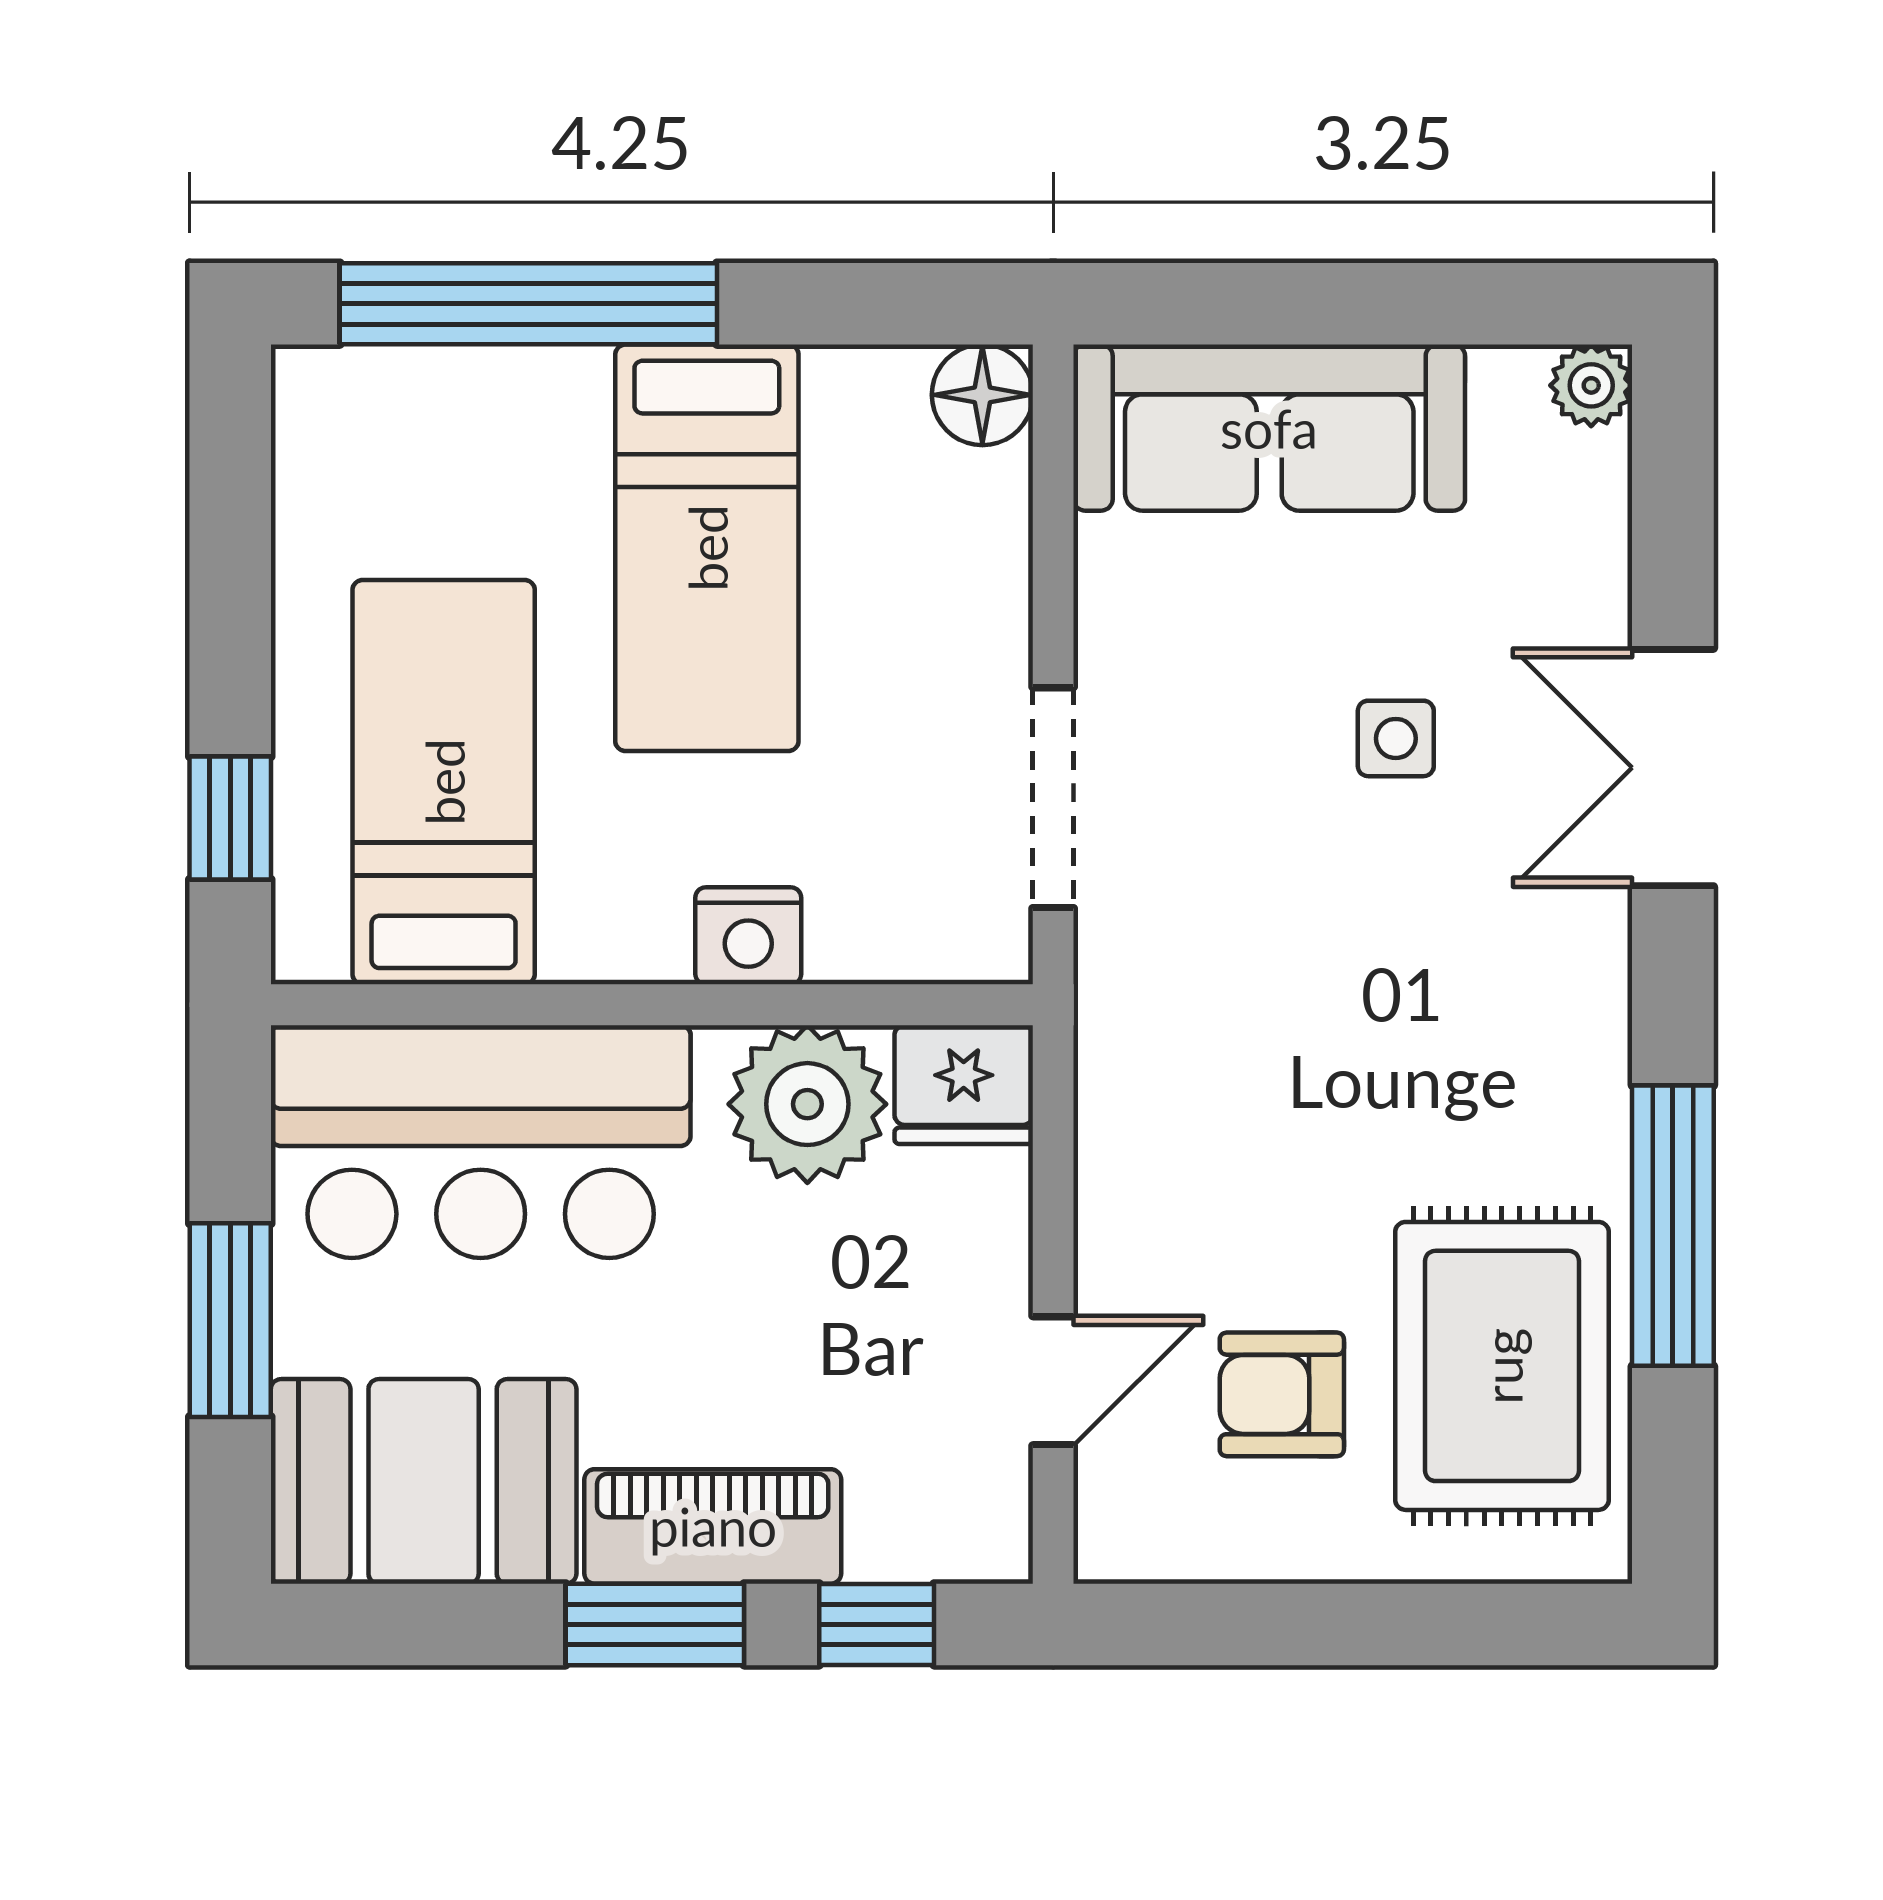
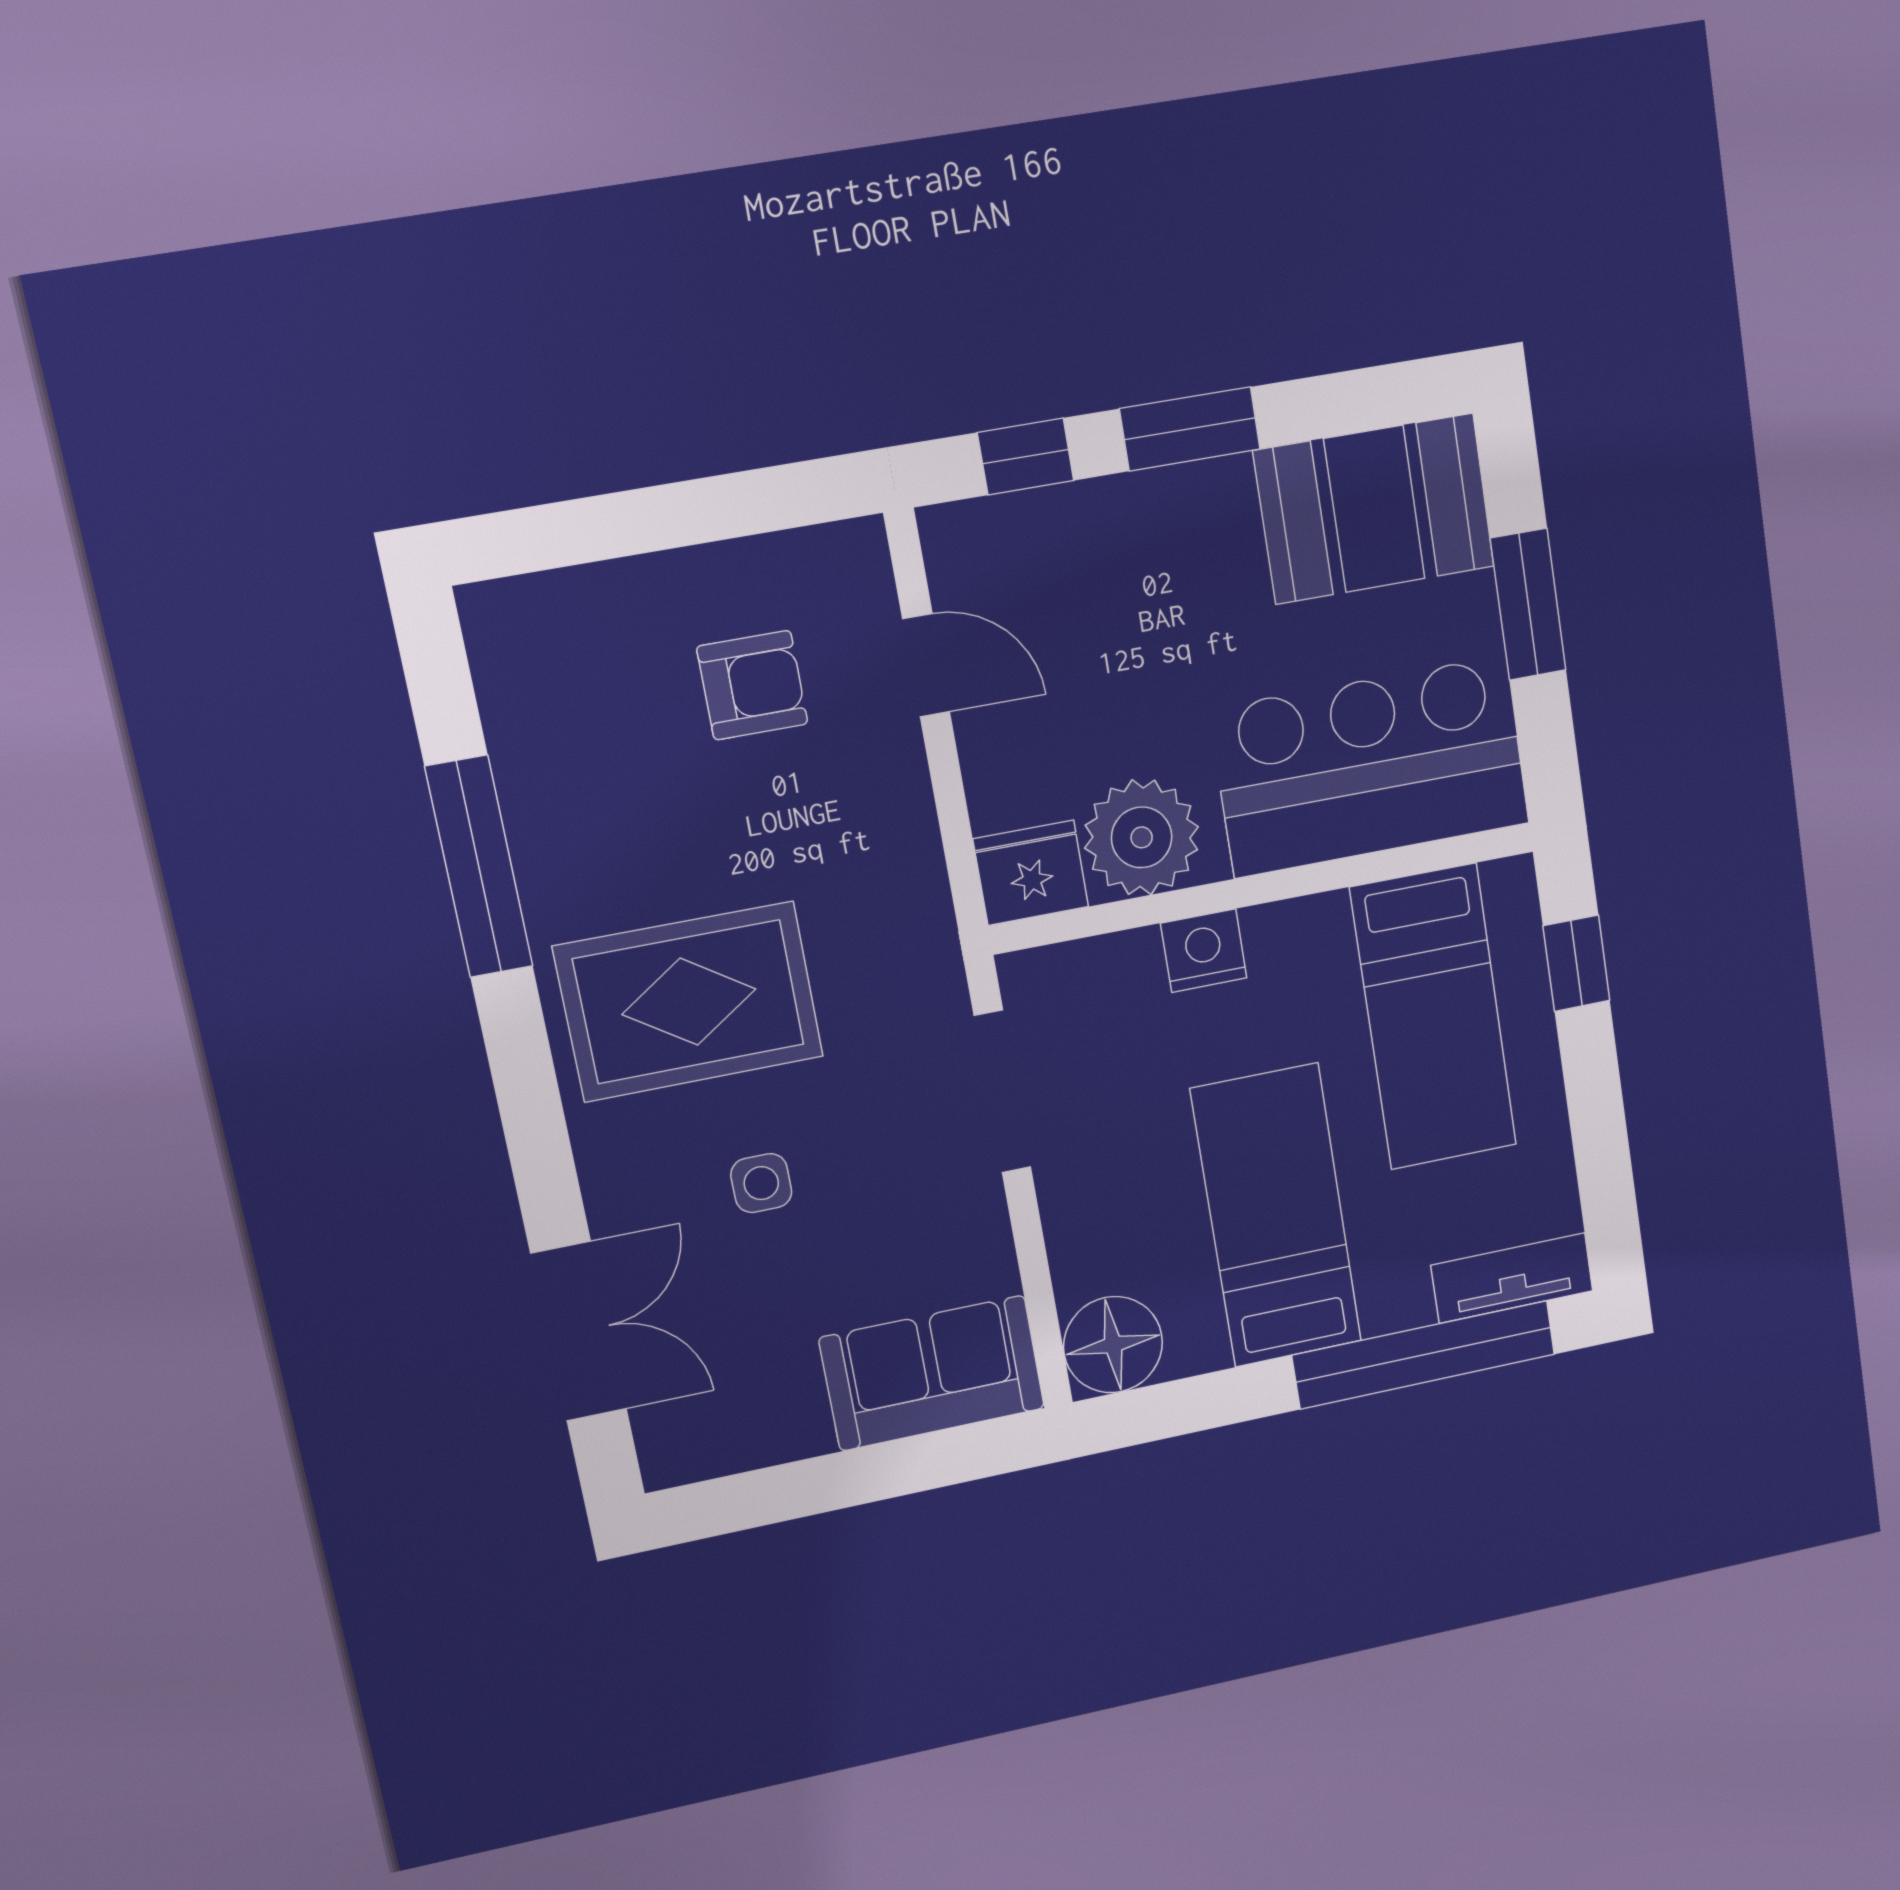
plant: (1591, 385) -> (669, 1459), removed
tv unit: (385, 388) -> (1512, 1278), added
floor lamp: (982, 395) -> (1113, 1345), width x1.38, depth x1.38
sofa: (1269, 428) -> (932, 1373), width x0.73
double door: (1673, 768) -> (579, 1331), moved
rug: (1502, 1366) -> (689, 1002), moved, turned 90
door: (1053, 1381) -> (926, 665), swing flipped
piano: (713, 1526) -> (1159, 511), removed

